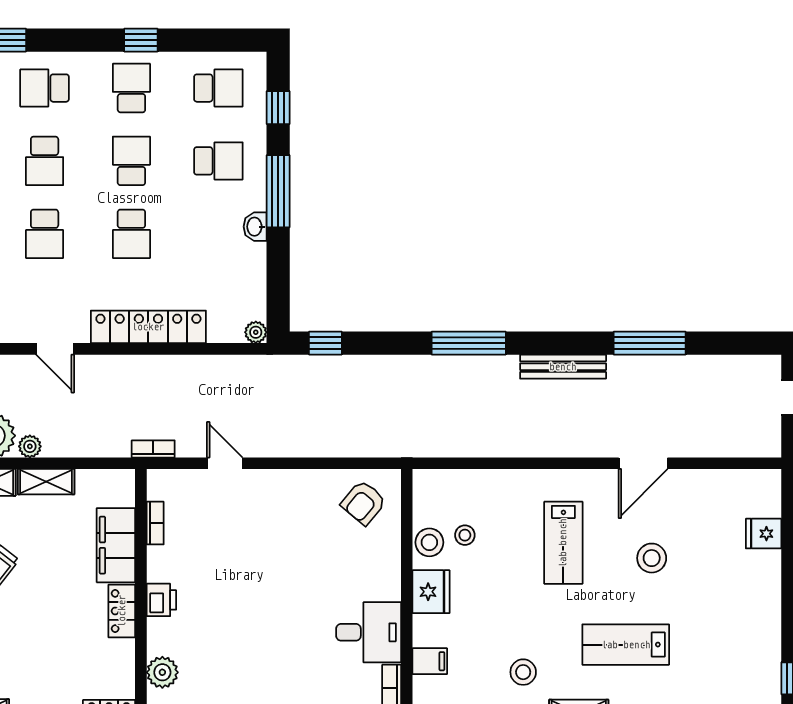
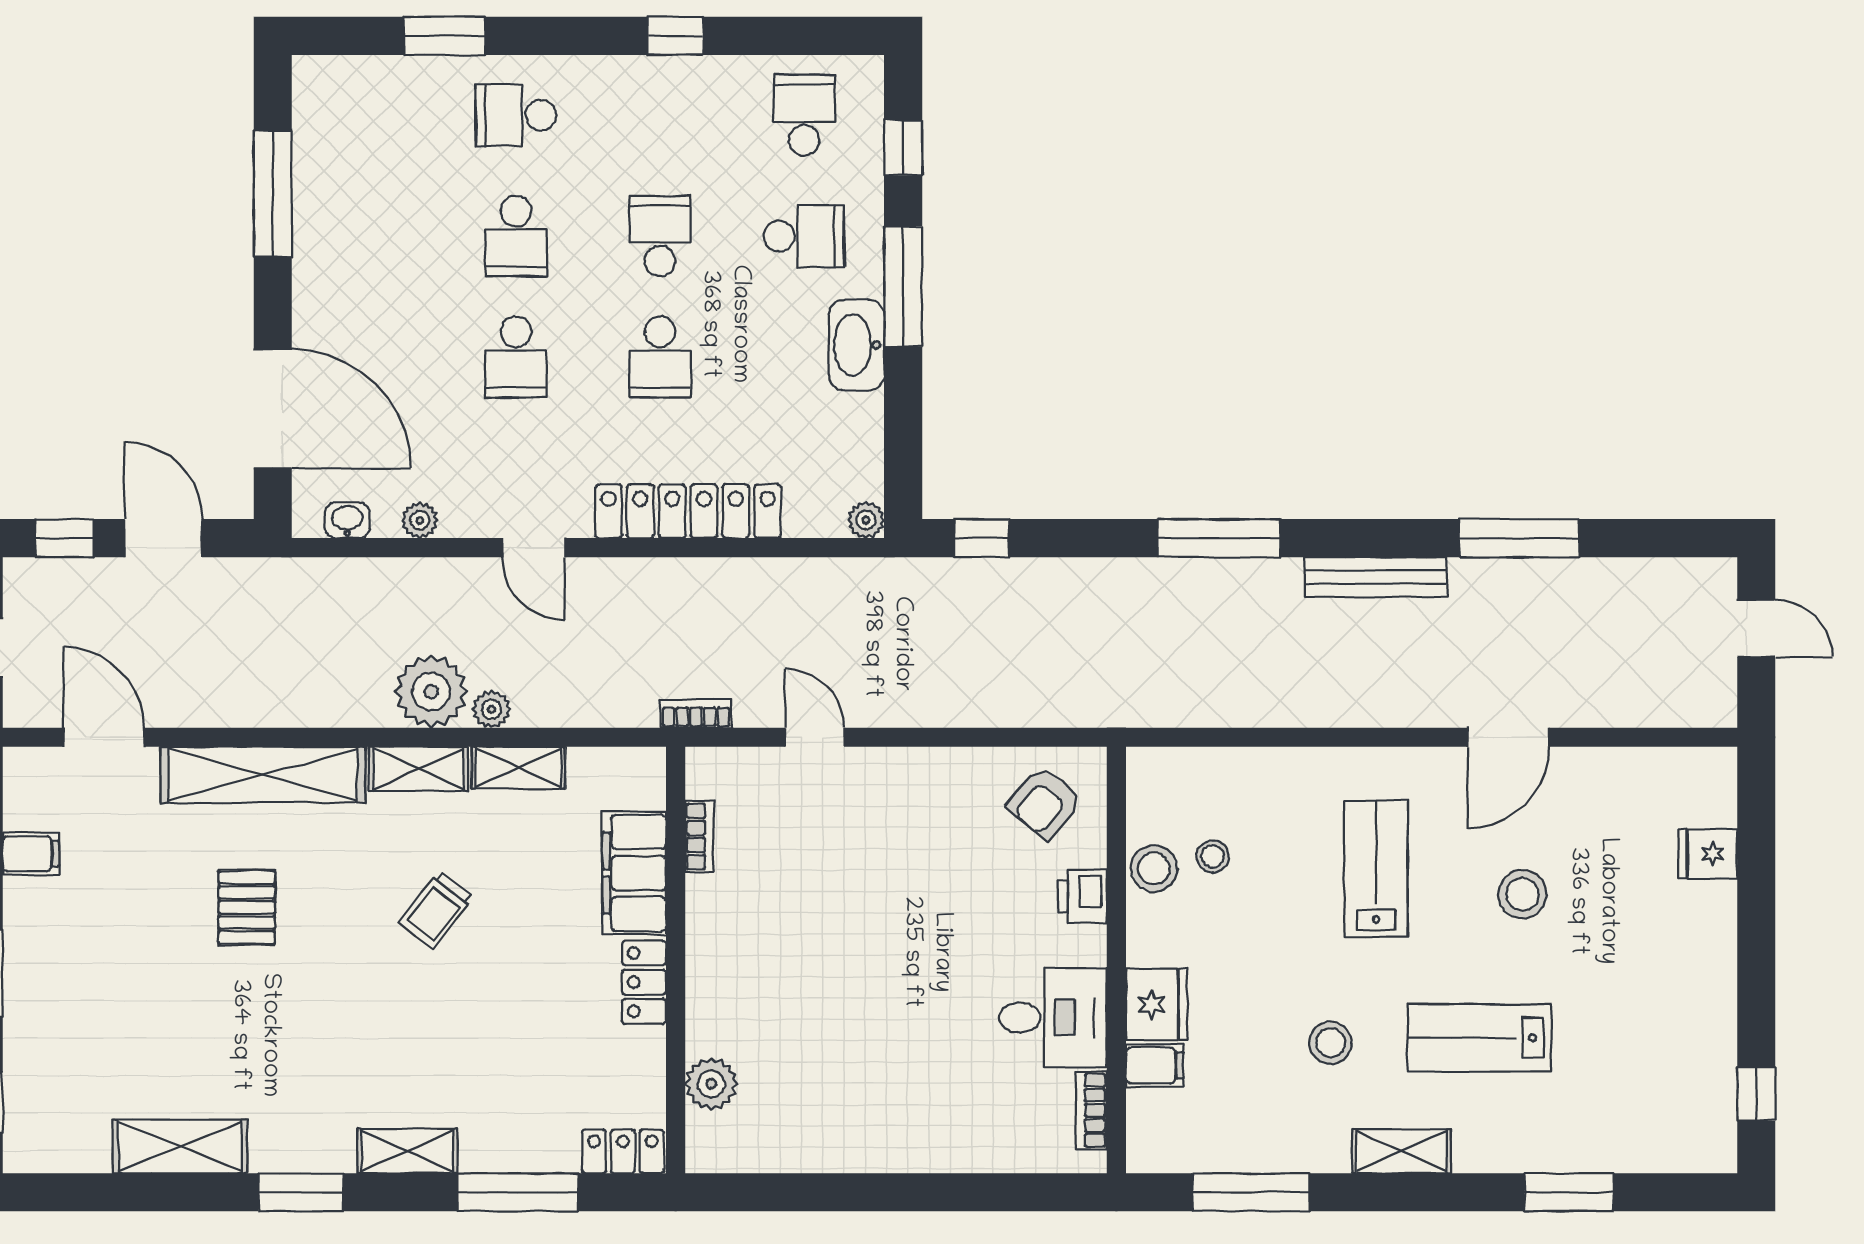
school desk: (131, 88) -> (660, 115), removed
school desk: (218, 88) -> (804, 115), turned -90
washbasin: (255, 227) -> (856, 345), width x1.91, depth x1.45
lab bench: (563, 543) -> (1376, 869), turned 180
fridge: (431, 592) -> (1157, 1004), moved
printer: (161, 600) -> (1082, 896), moved, turned 180
stool: (523, 672) -> (1331, 1043), moved

